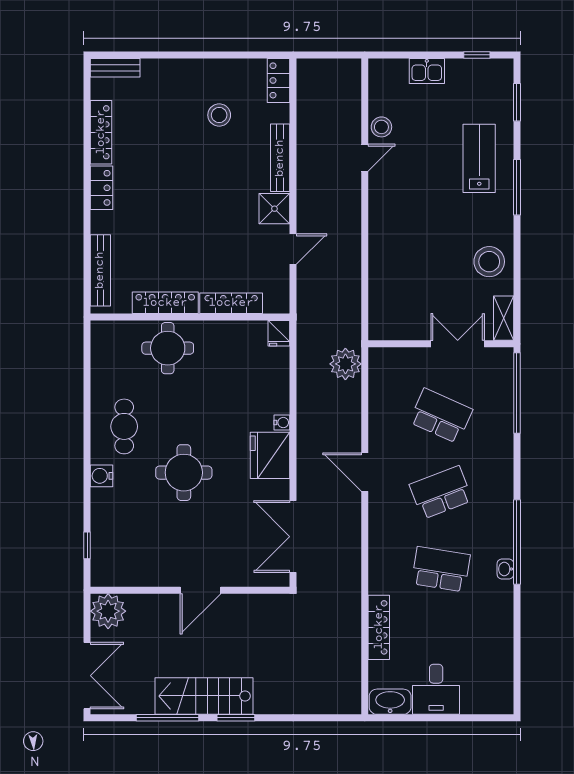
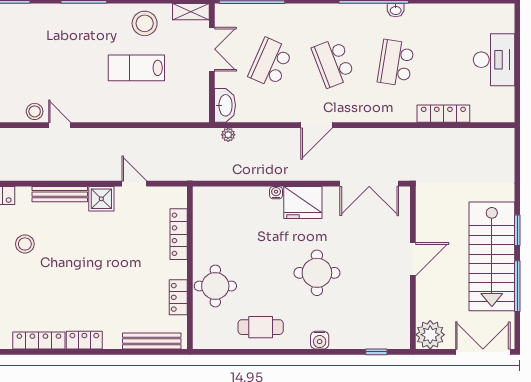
lab bench: (479, 158) -> (136, 68), moved
locker: (165, 303) -> (178, 297), width x0.66
fridge: (279, 333) -> (203, 195), removed
double door: (458, 344) -> (212, 49), swing flipped
plant: (345, 364) -> (228, 135), width x0.53, depth x0.53
cafe table: (124, 426) -> (261, 327), moved
door: (200, 590) -> (413, 259), hinge flipped
desk: (436, 689) -> (494, 60), width x1.37
stairs: (204, 696) -> (492, 256), width x1.36, depth x1.51
washbasin: (390, 702) -> (225, 105), moved, turned 180

